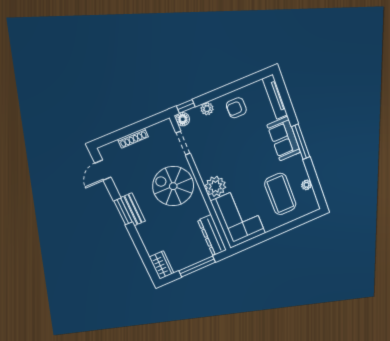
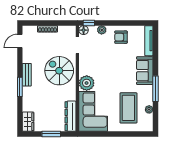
window: (301, 142) -> (156, 89), moved
window: (123, 212) -> (20, 87), moved
window: (197, 266) -> (51, 134), width x0.69

